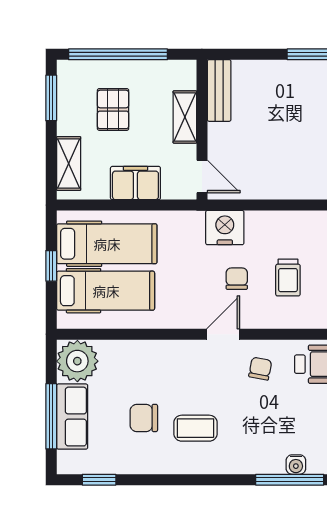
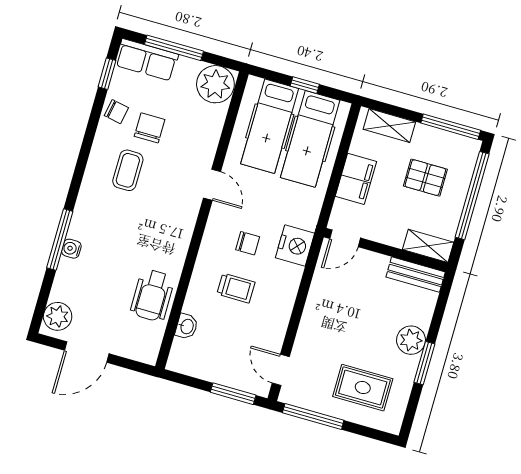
plant: (290, 75) -> (411, 340), added
window: (51, 98) -> (451, 127), width x1.44
shelving: (185, 117) -> (428, 246), moved
trolley: (288, 278) -> (236, 288), turned 180
door: (223, 334) -> (212, 185), moved
chair: (260, 369) -> (116, 112), moved
row of seats: (72, 417) -> (147, 60), moved

